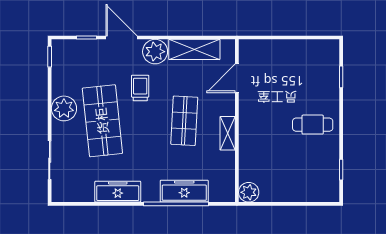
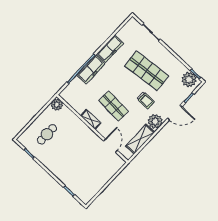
plant: (64, 108) -> (189, 80), moved
cafe table: (313, 125) -> (47, 134), moved
freezer: (184, 191) -> (91, 69), moved

